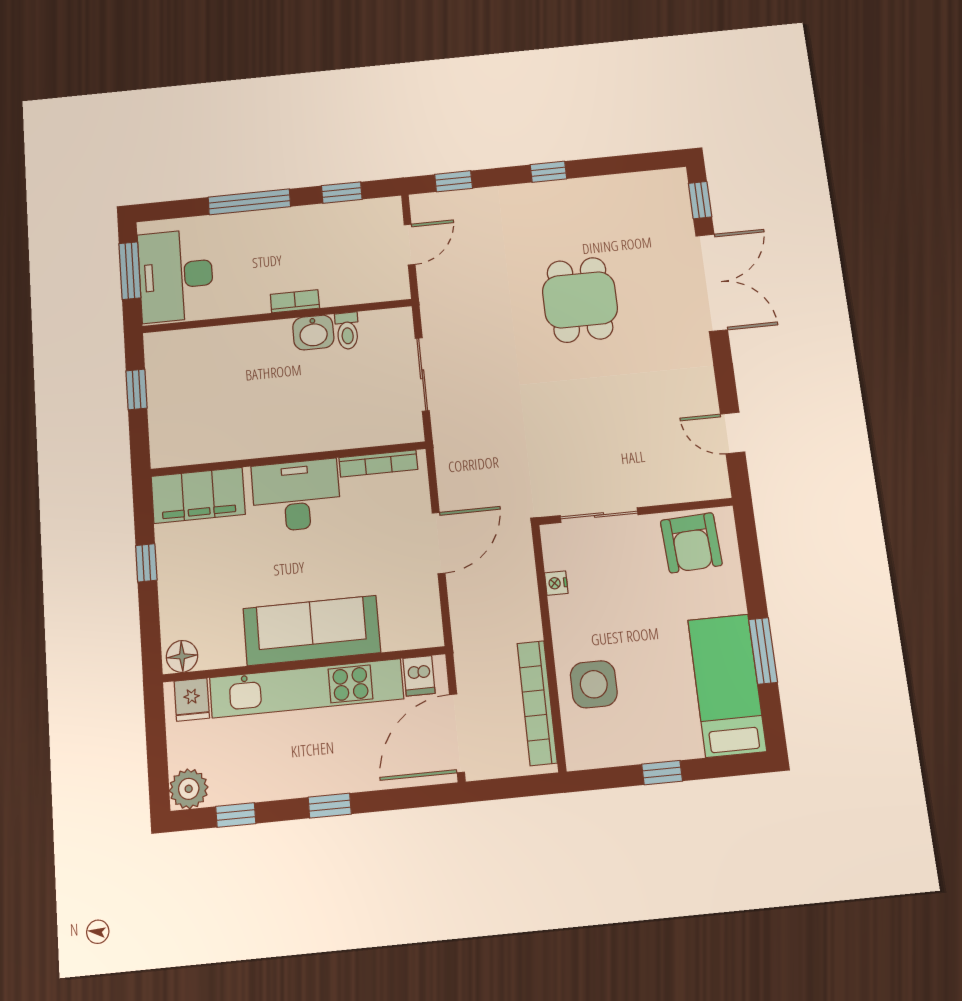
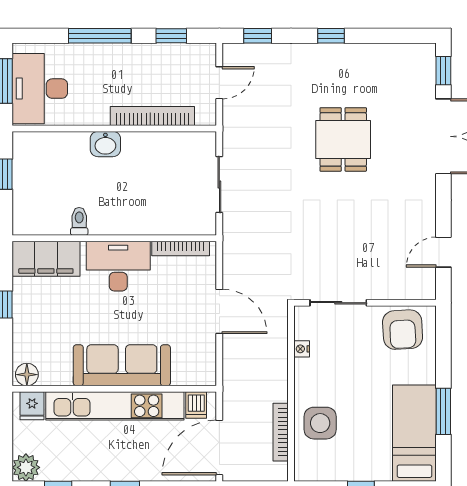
bookcase: (295, 301) -> (152, 116), width x2.31, depth x1.31
toilet: (347, 331) -> (79, 221), moved, turned 180
washbasin: (313, 333) -> (105, 144), moved
door: (733, 433) -> (443, 252), hinge flipped
door: (439, 543) -> (219, 311), hinge flipped
bookcase: (537, 703) -> (281, 432), width x0.68, depth x0.76

